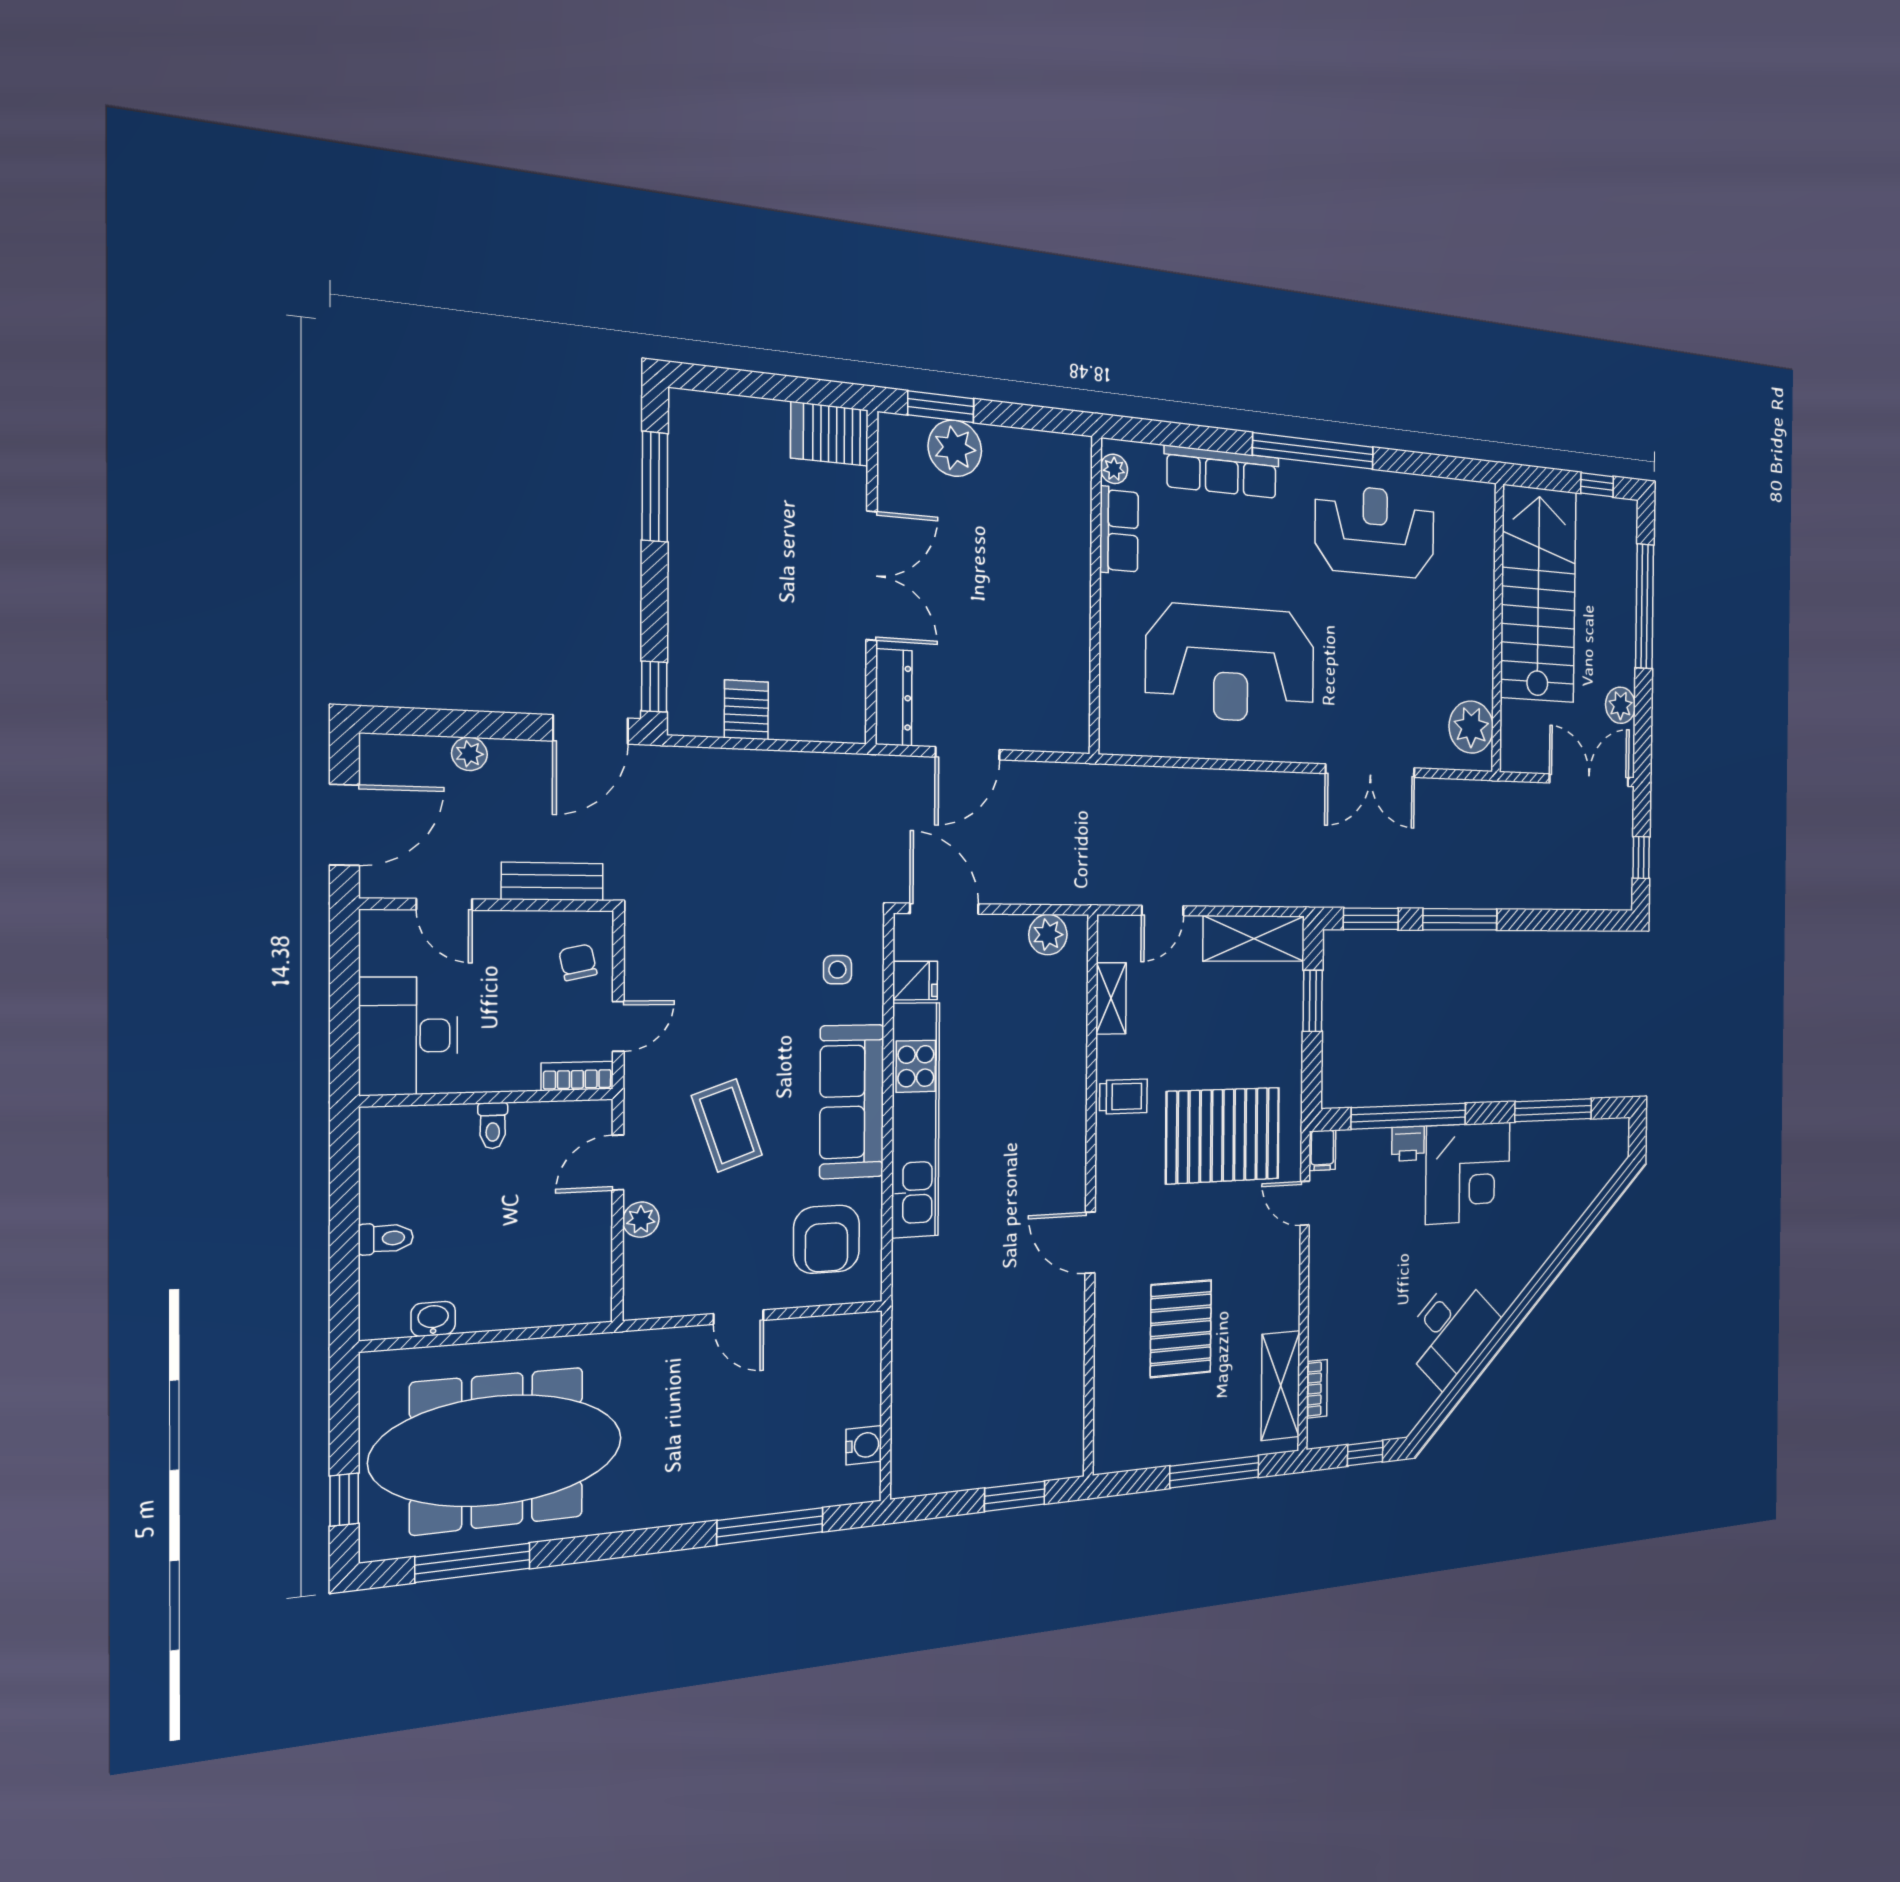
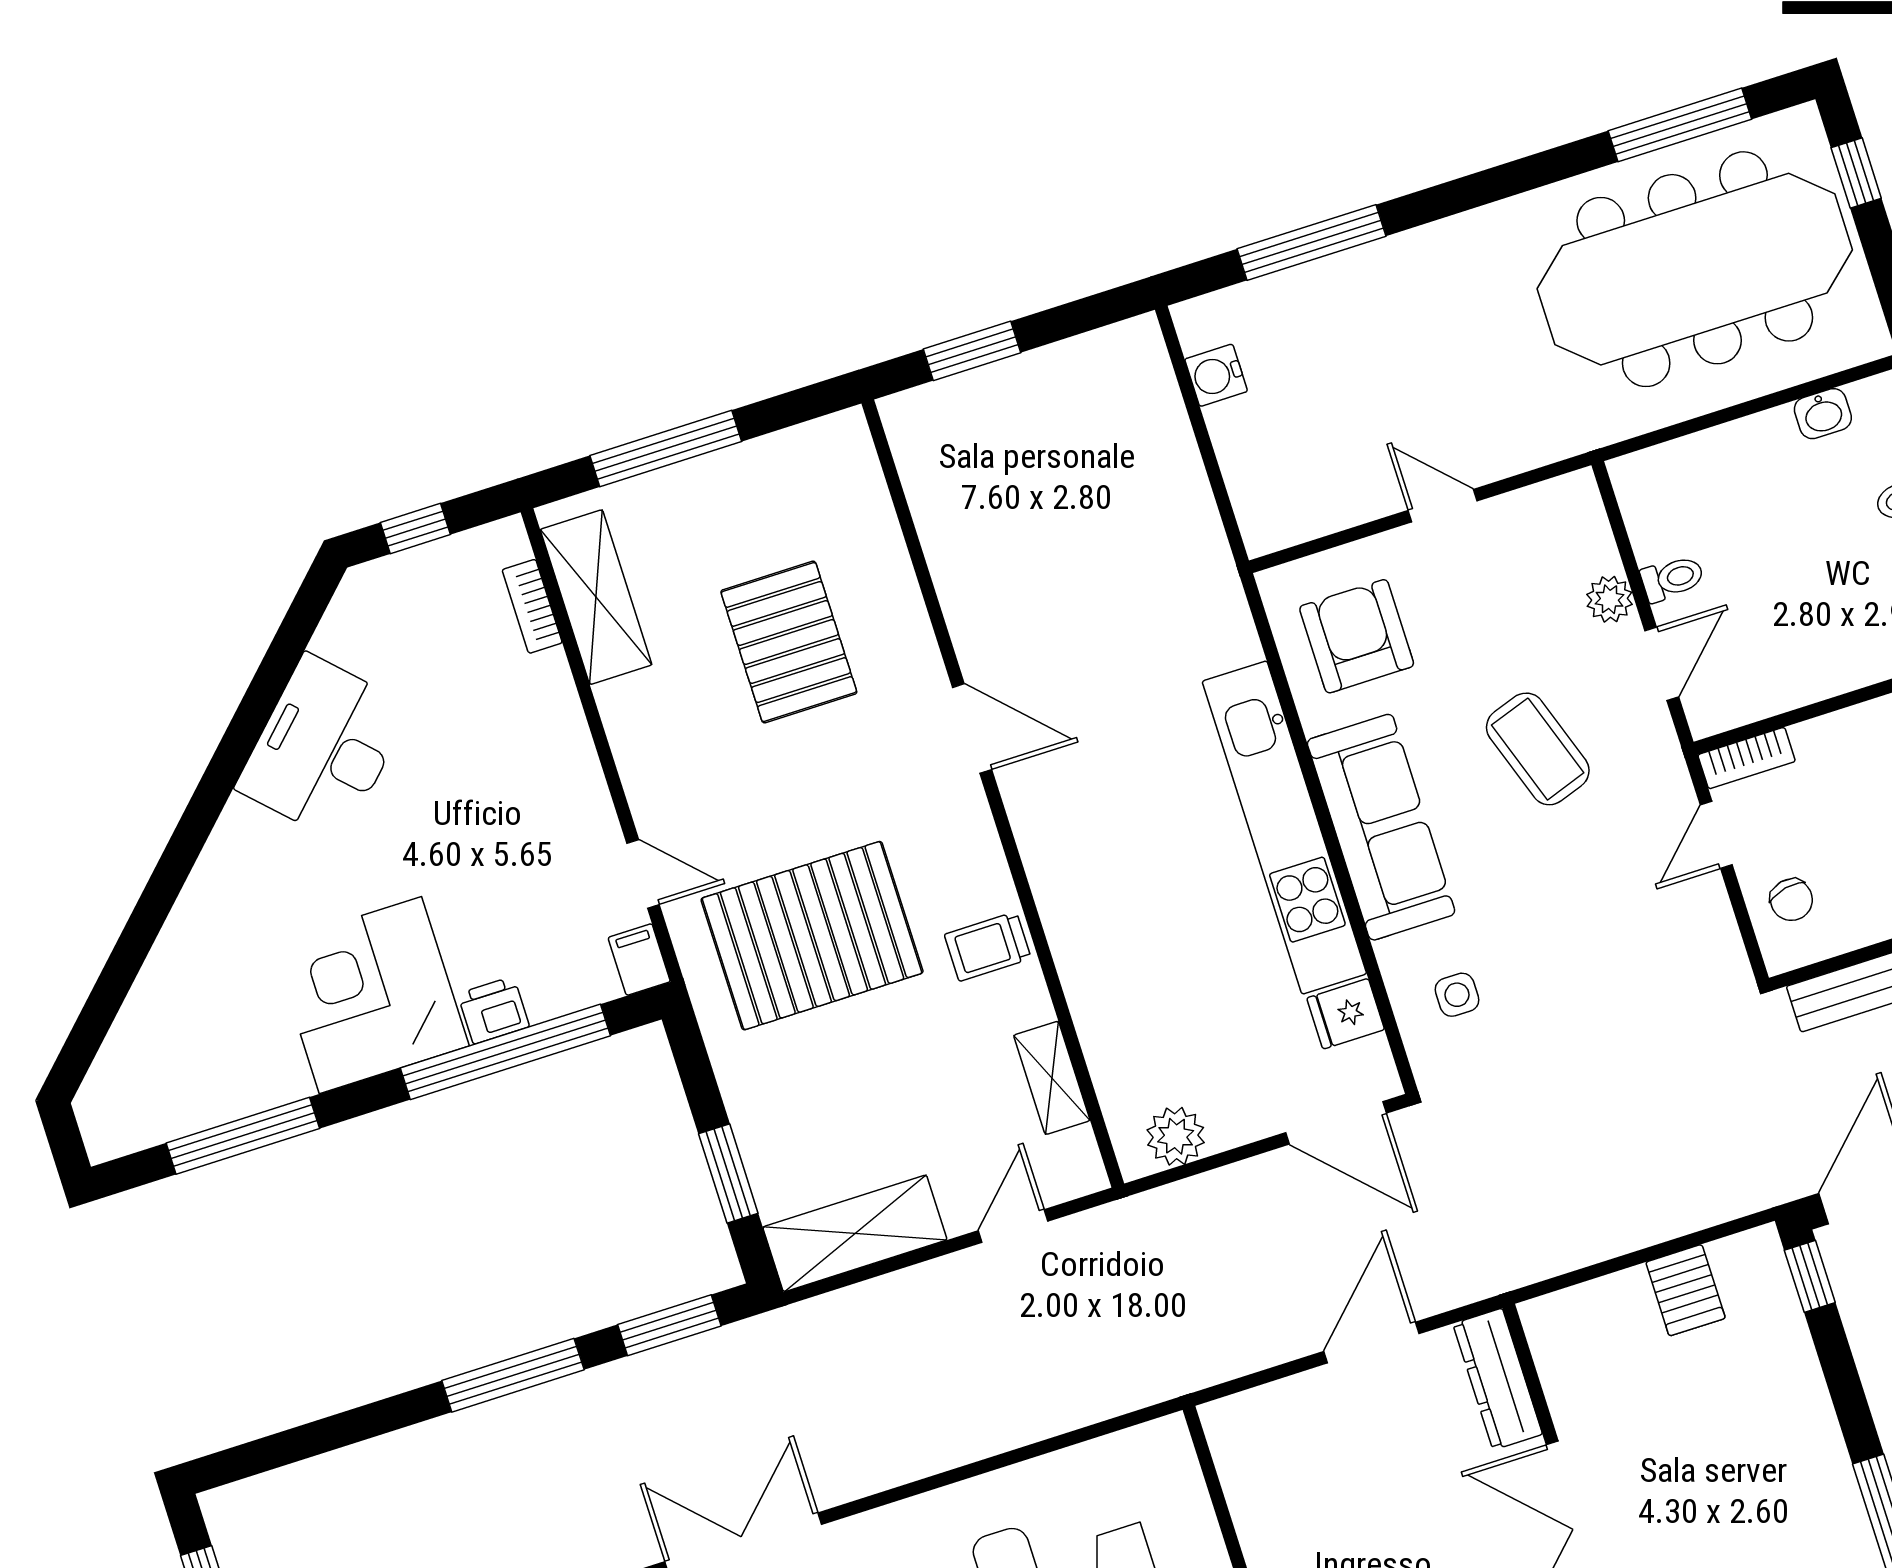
toilet: (493, 1126) -> (1672, 578), moved, turned 90

